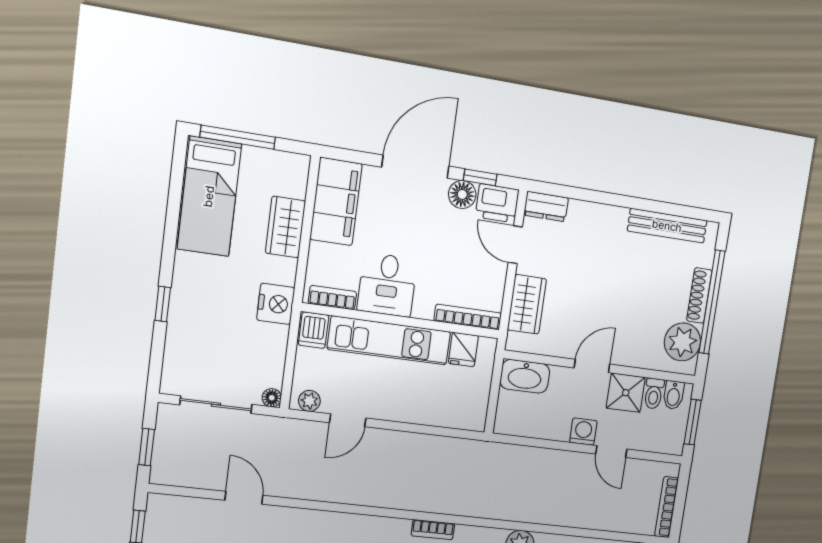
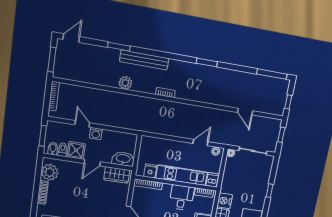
window: (712, 302) -> (36, 189), removed
nightstand: (276, 304) -> (225, 201), moved
wardrobe: (527, 304) -> (117, 175), moved, turned -90

